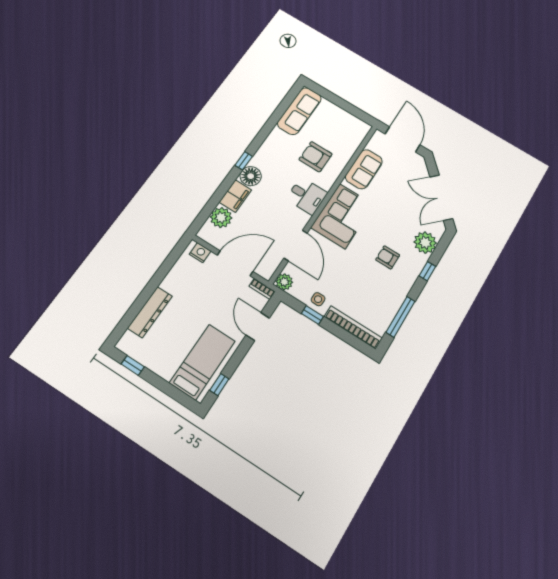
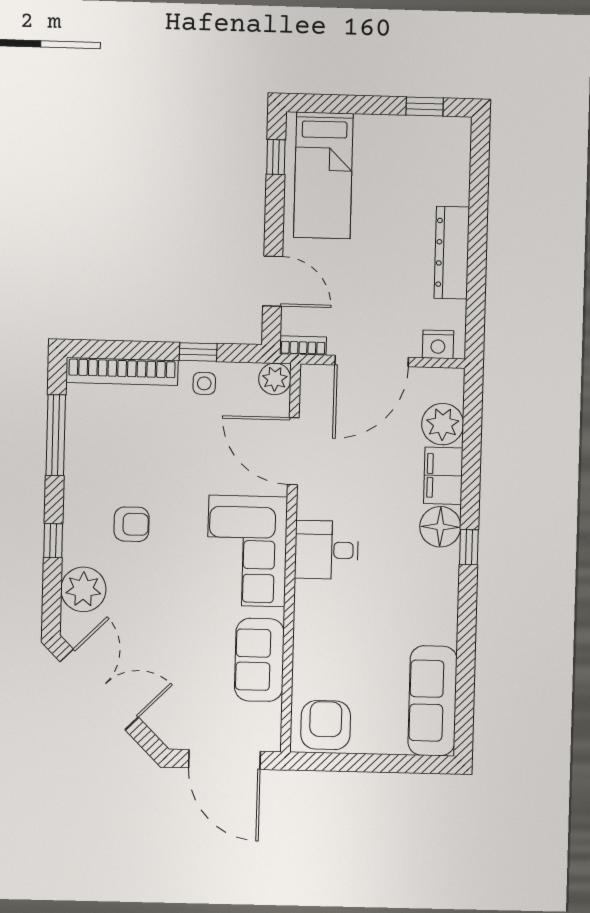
armchair: (316, 157) -> (326, 725), moved, turned -90
dresser: (150, 312) -> (452, 253), moved

